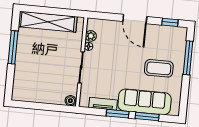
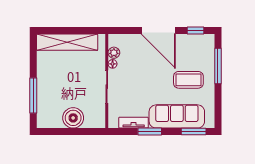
door: (135, 19) -> (158, 30), width x1.36
window: (13, 47) -> (33, 96), moved
boiler: (70, 101) -> (73, 118), moved, width x1.86, depth x1.86
window: (147, 116) -> (194, 132), moved

